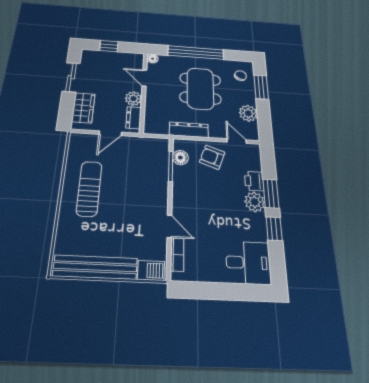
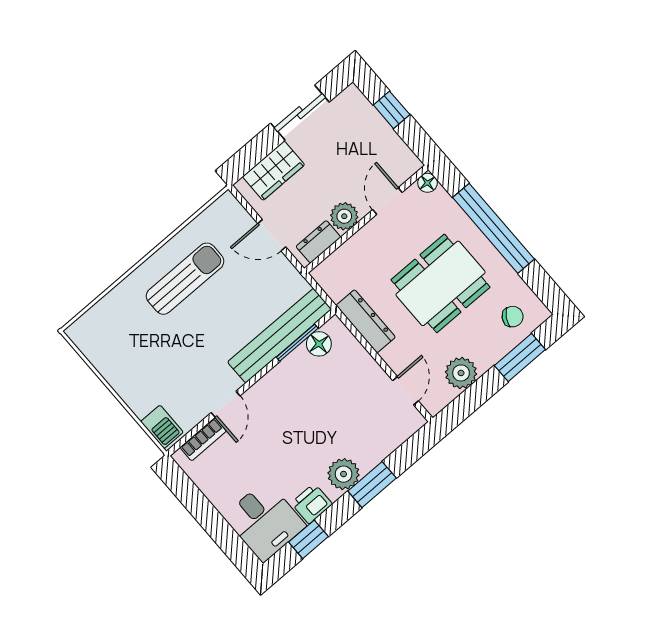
armchair: (212, 157) -> (355, 380), removed
printer: (254, 181) -> (312, 504), moved
window: (274, 229) -> (308, 539), moved
bench: (95, 267) -> (280, 336), moved, turned 90

